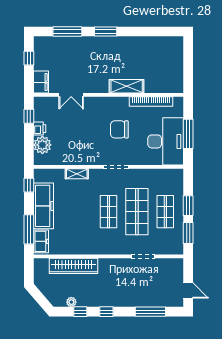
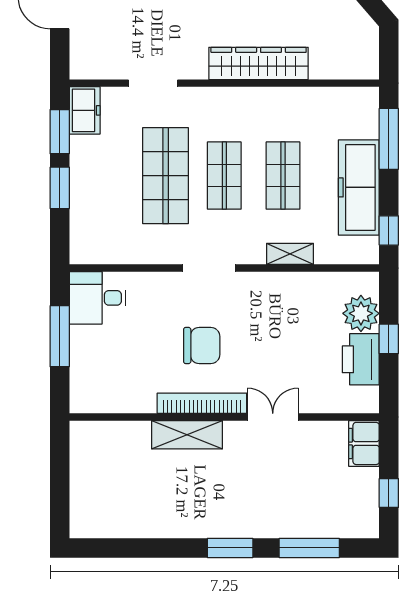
double door: (71, 95) -> (273, 417), moved
bookcase: (151, 102) -> (202, 403), moved
window: (29, 116) -> (389, 339), moved
printer: (40, 129) -> (361, 359), width x1.87, depth x1.48
desk: (166, 141) -> (98, 298), width x0.53, depth x0.77
shop shelf: (165, 212) -> (283, 176), moved
freezer: (41, 241) -> (85, 110), moved, turned 180
wardrobe: (73, 266) -> (259, 63), moved

